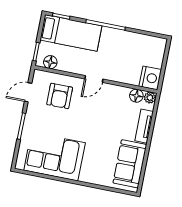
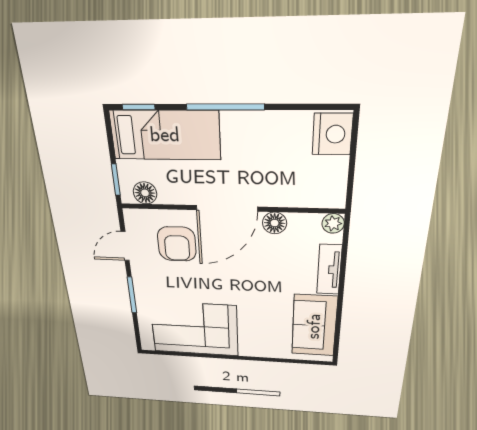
nightstand: (150, 78) -> (332, 134), moved
door: (94, 79) -> (227, 208), width x1.88
floor lamp: (136, 96) -> (275, 223), moved

